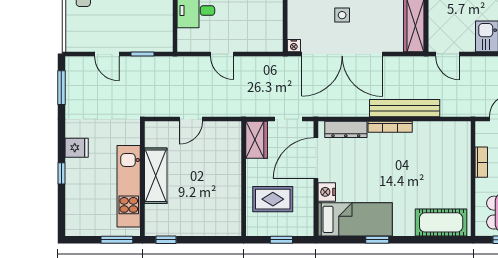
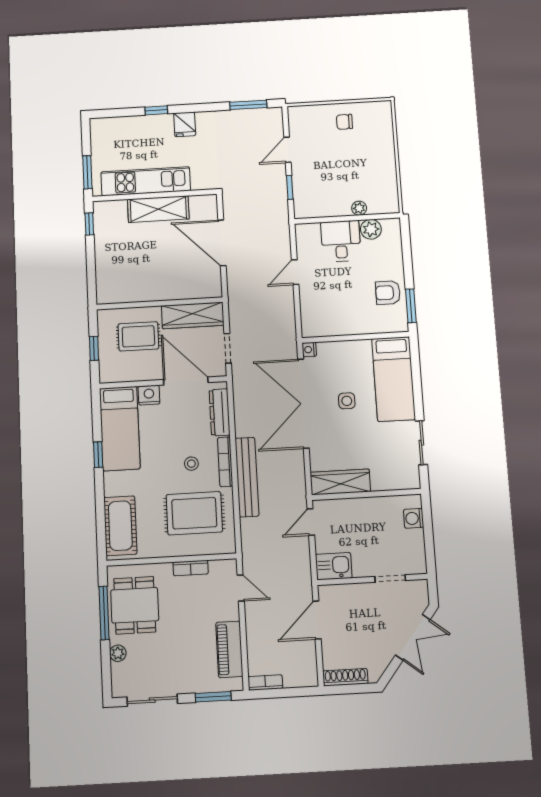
door: (191, 119) -> (222, 243), width x1.88
wardrobe: (257, 140) -> (193, 315), width x1.50
rug: (434, 156) -> (194, 513), added
stool: (390, 157) -> (191, 464), added
rug: (273, 199) -> (138, 336), turned 90

